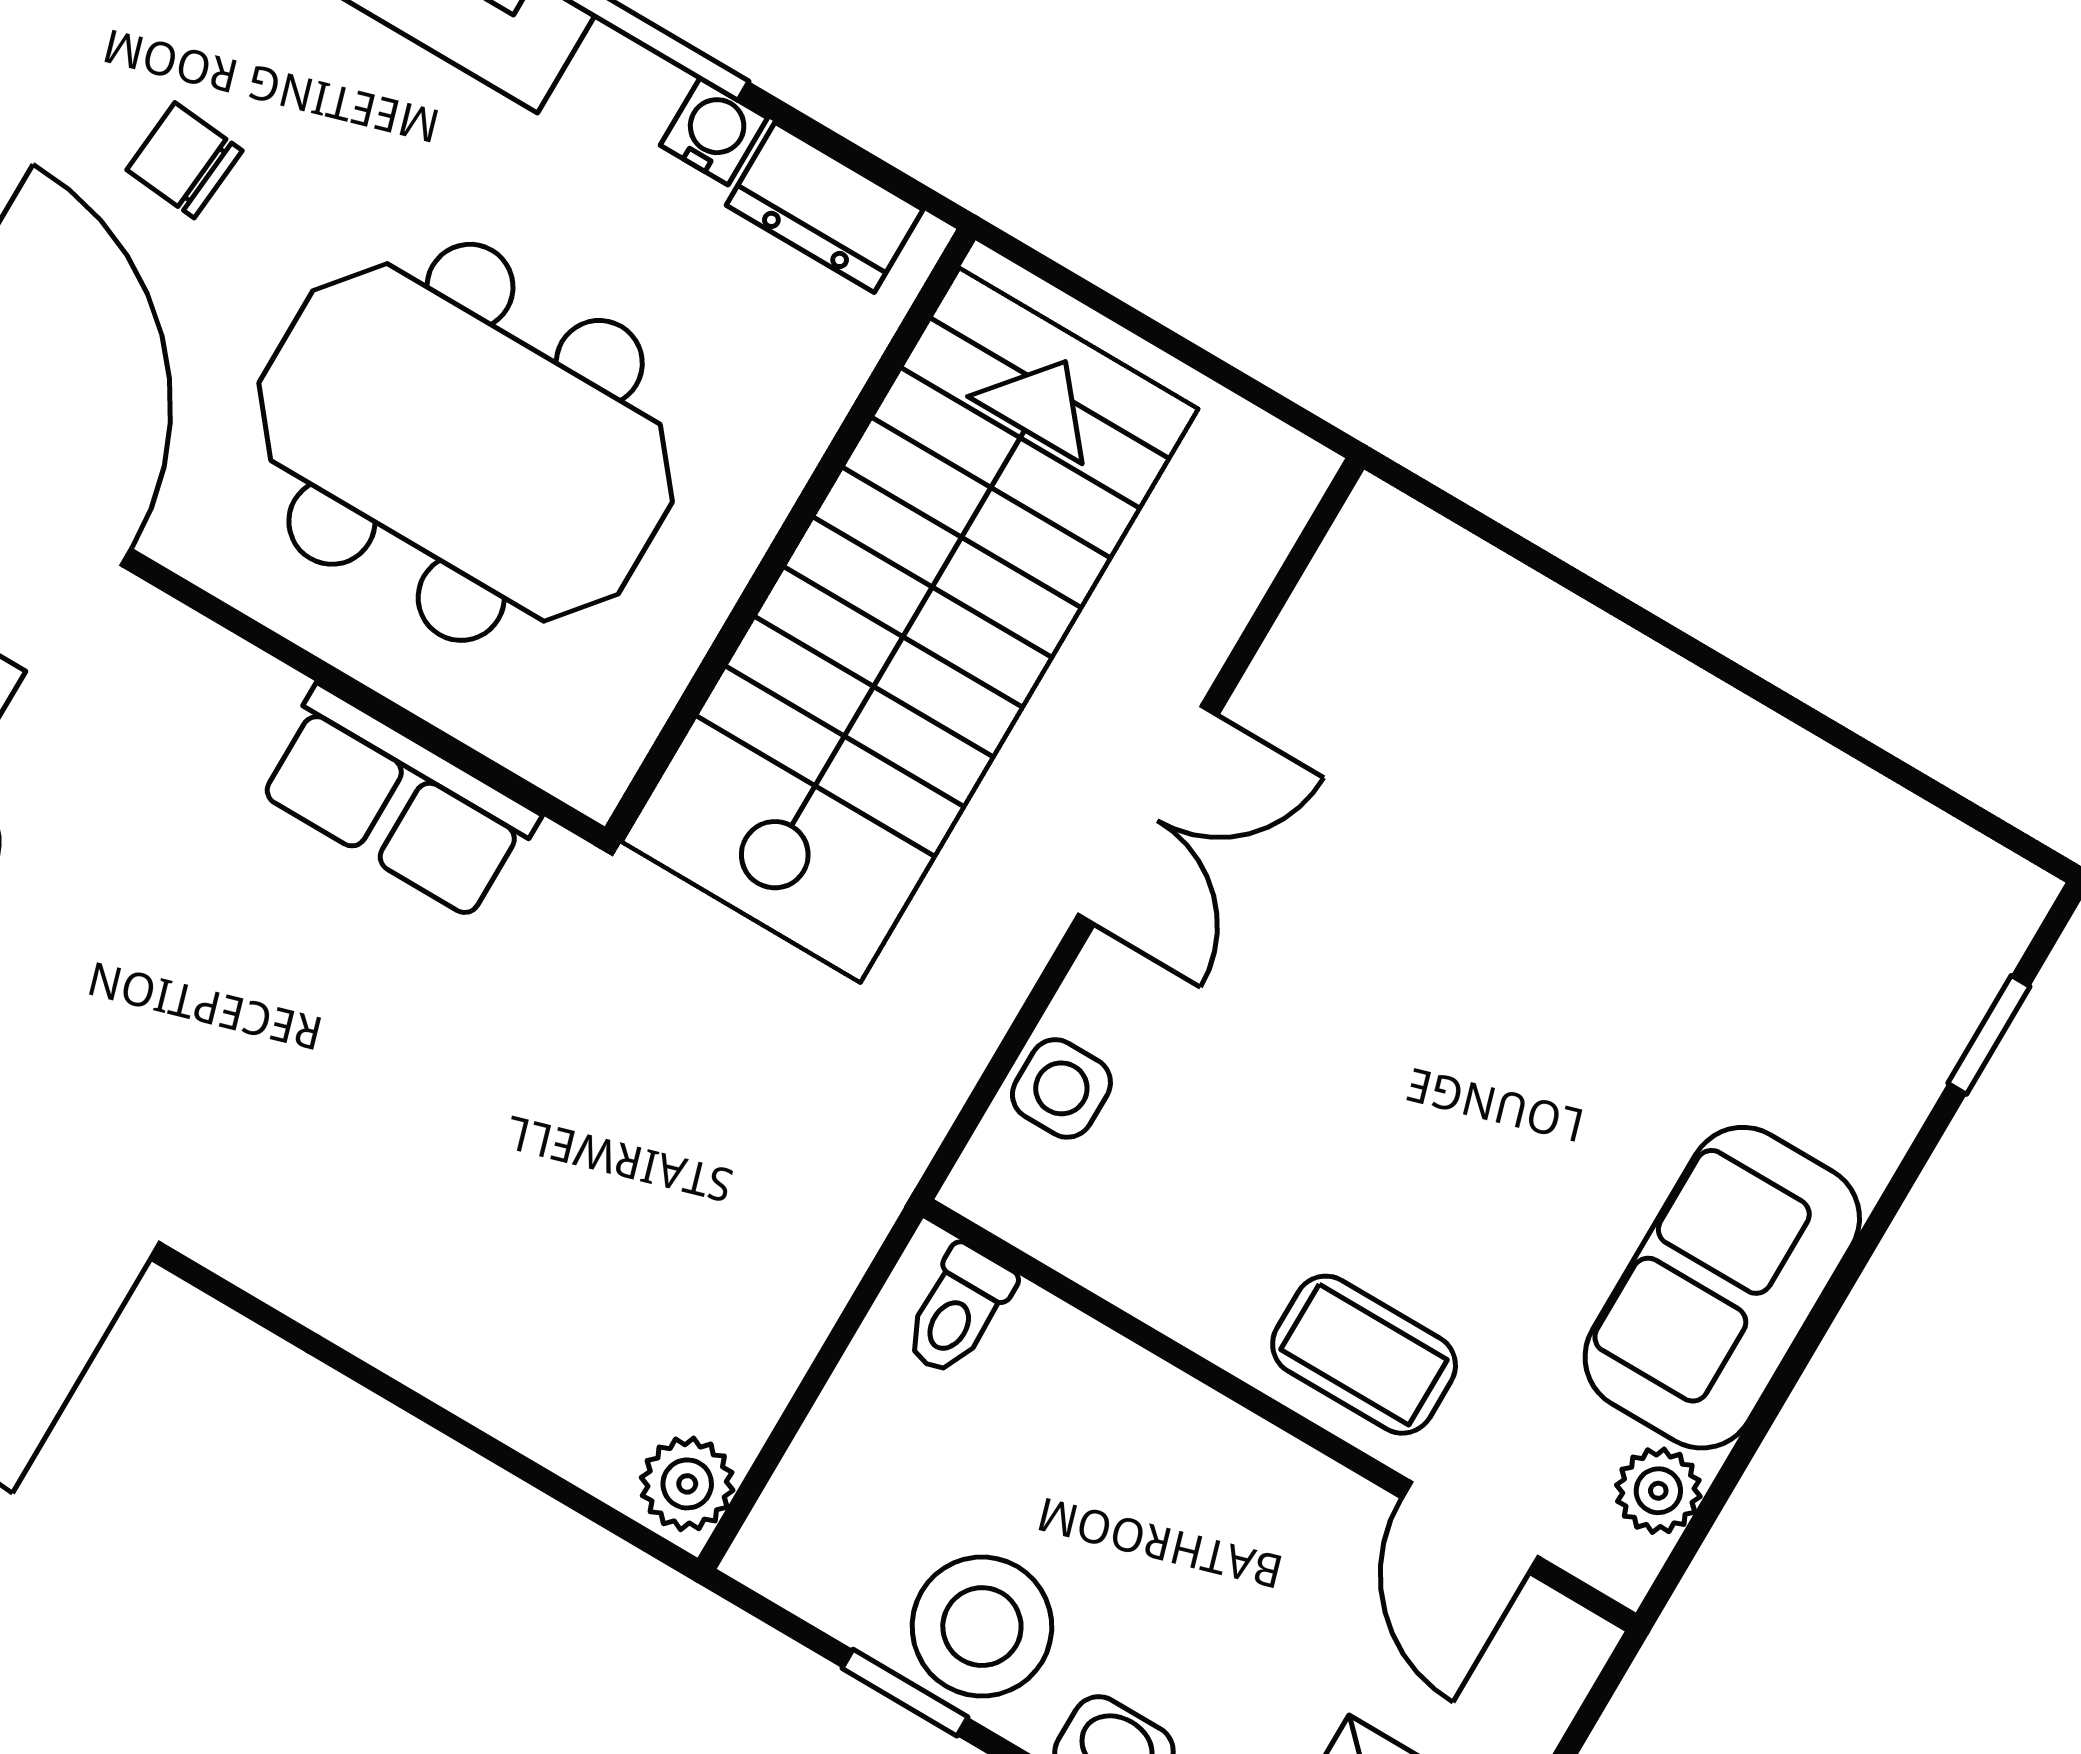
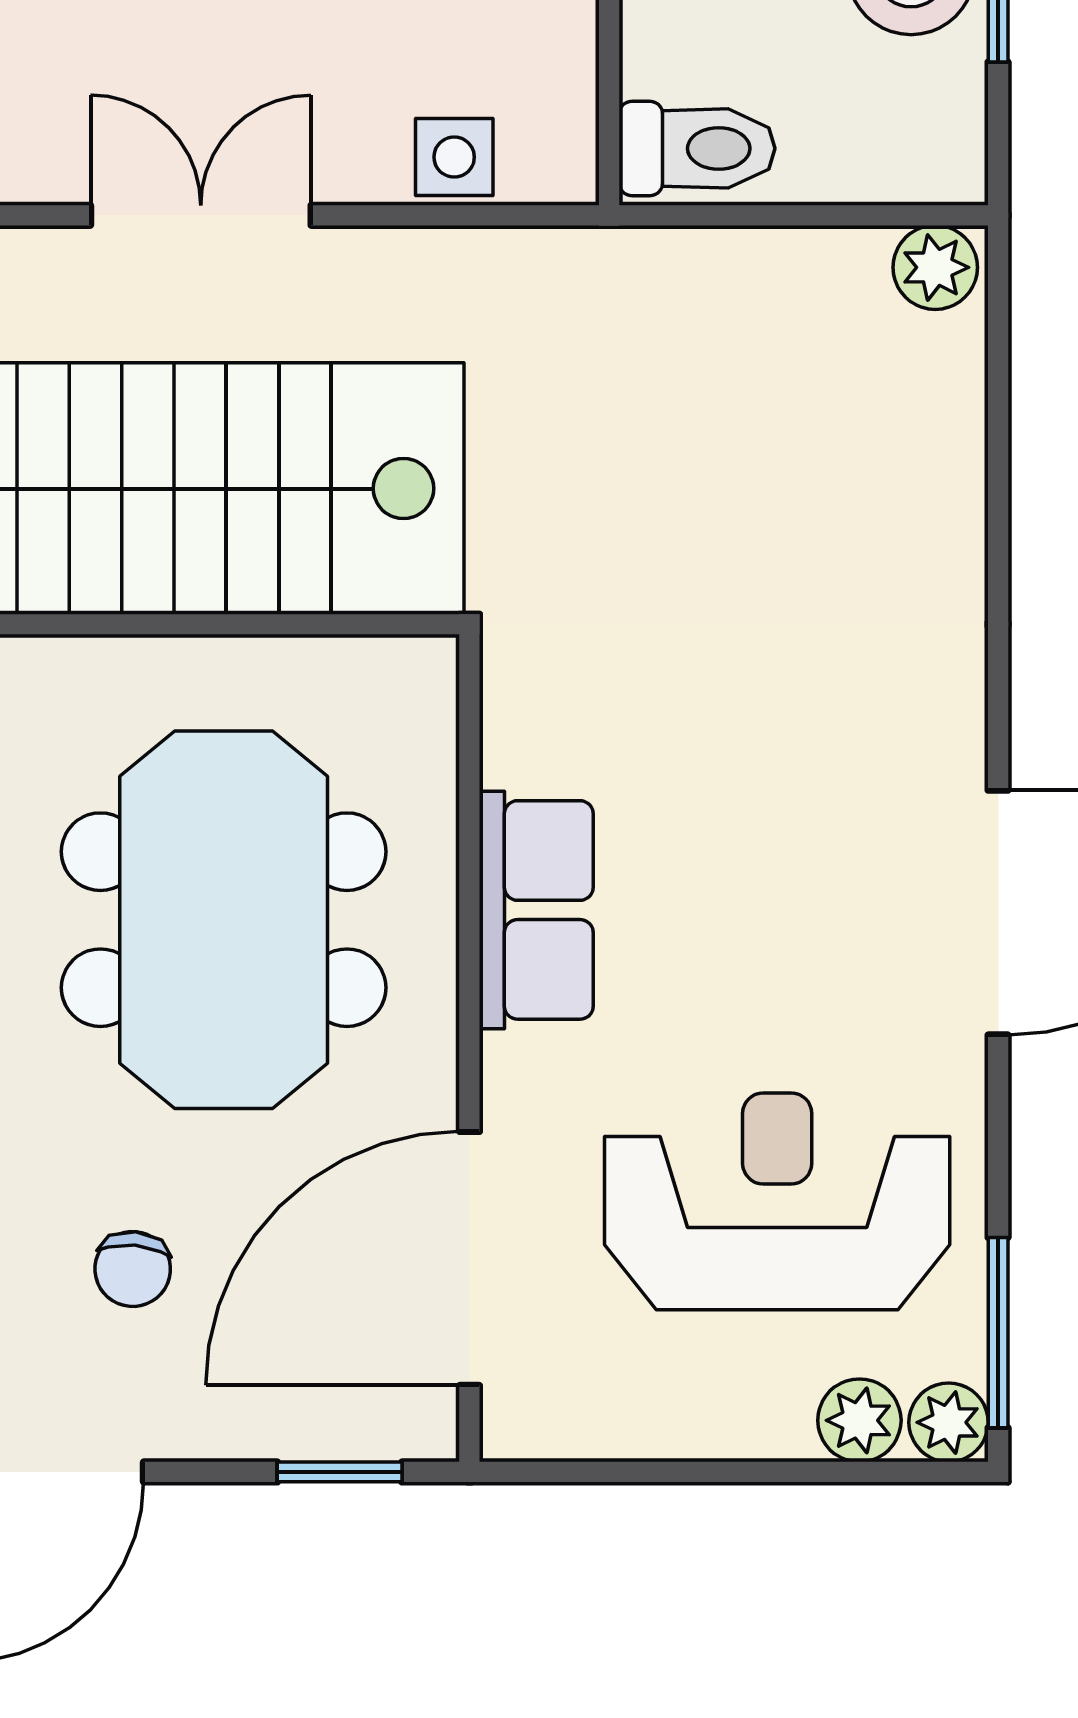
row of seats: (398, 803) -> (536, 910), moved
toilet: (958, 1311) -> (697, 148), width x1.37, depth x1.39

